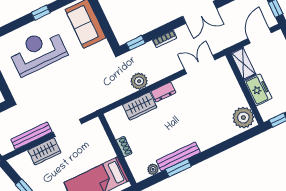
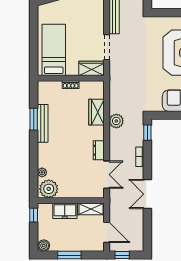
dresser: (163, 92) -> (99, 150), moved
wardrobe: (44, 151) -> (92, 68), moved, turned 90
plant: (153, 169) -> (42, 172), moved

